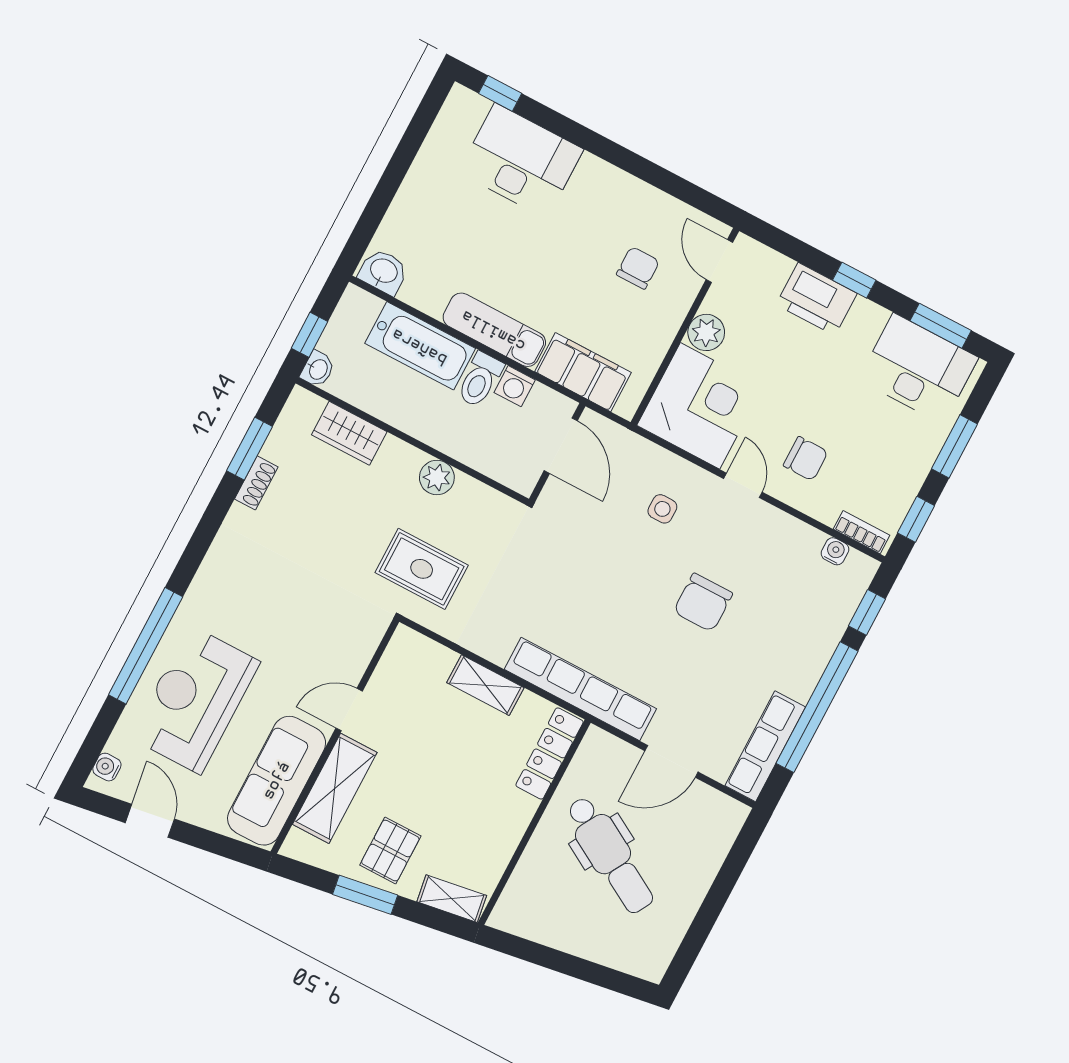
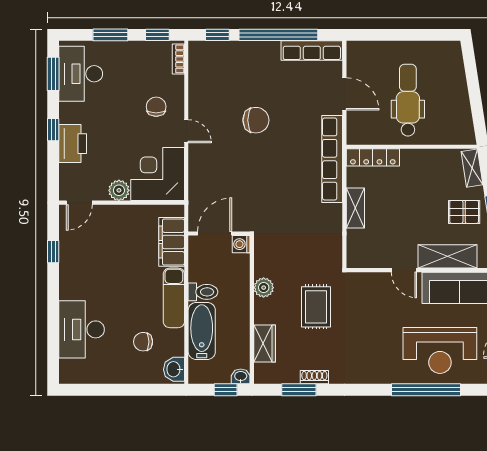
window: (500, 93) -> (53, 252), moved
chair: (638, 268) -> (143, 342), moved
washing machine: (515, 386) -> (241, 244), moved, turned 180
door: (743, 485) -> (186, 131), swing flipped
side table: (662, 509) -> (220, 166), removed
water cooler: (835, 551) -> (195, 67), removed
rug: (422, 569) -> (316, 307), moved
dental chair: (610, 855) -> (408, 100), turned -30

